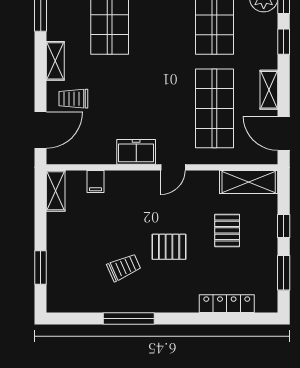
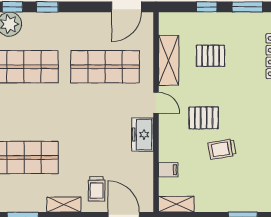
shelving: (269, 90) -> (89, 20), removed
shelving: (249, 182) -> (169, 60), moved
pallet: (169, 247) -> (204, 118), moved, turned 90
trolley: (124, 267) -> (222, 149), moved, turned -76

